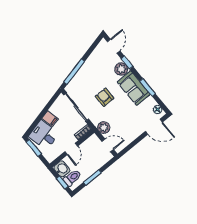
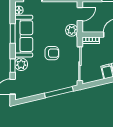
sofa: (134, 88) -> (24, 36), width x1.36
armchair: (105, 97) -> (52, 53), turned -90
door: (108, 145) -> (80, 14), swing flipped

